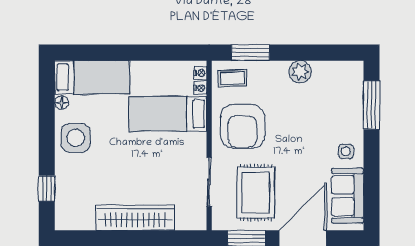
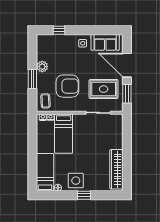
window: (250, 53) -> (32, 79), moved
window: (371, 105) -> (59, 30), width x0.46
armchair: (242, 126) -> (67, 86), moved
window: (47, 189) -> (84, 195), moved
wardrobe: (135, 218) -> (116, 169), moved

